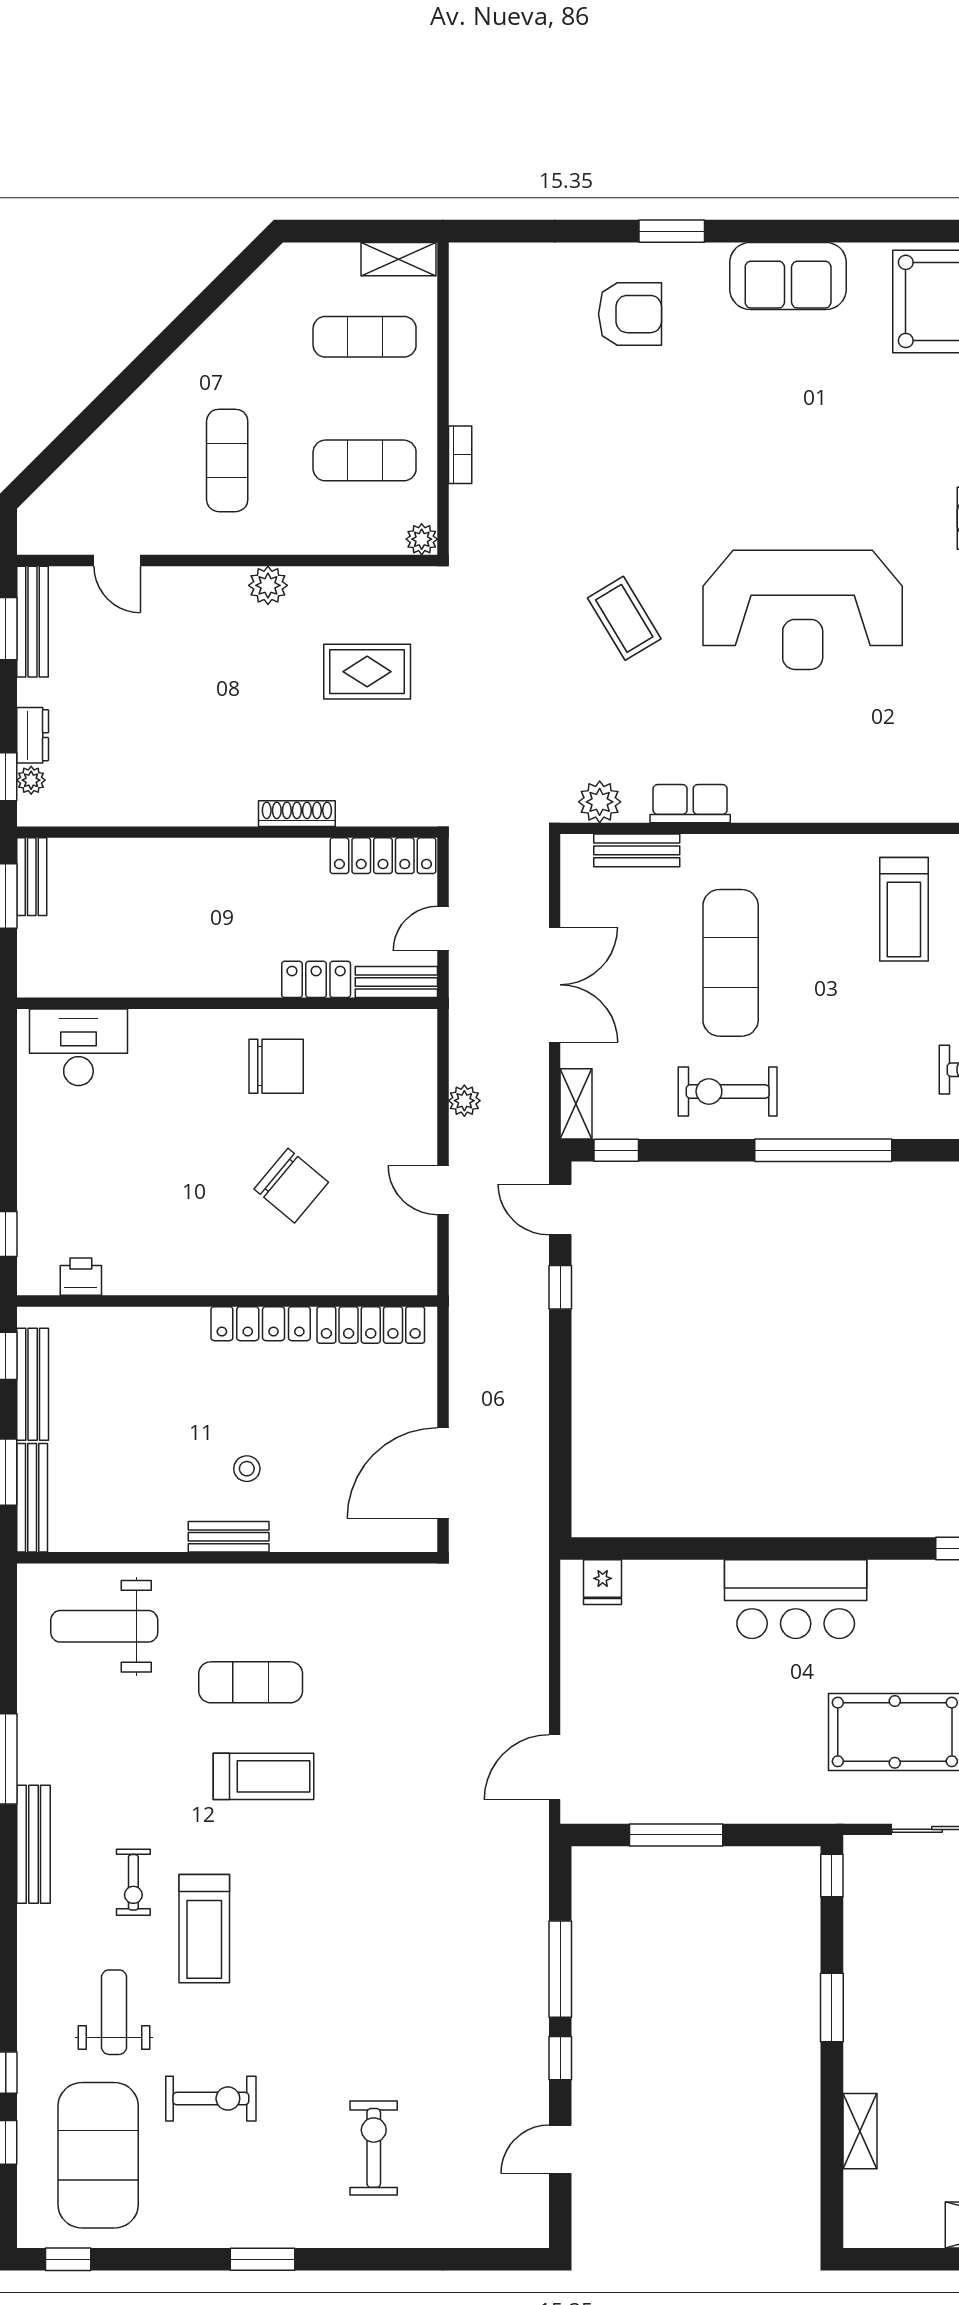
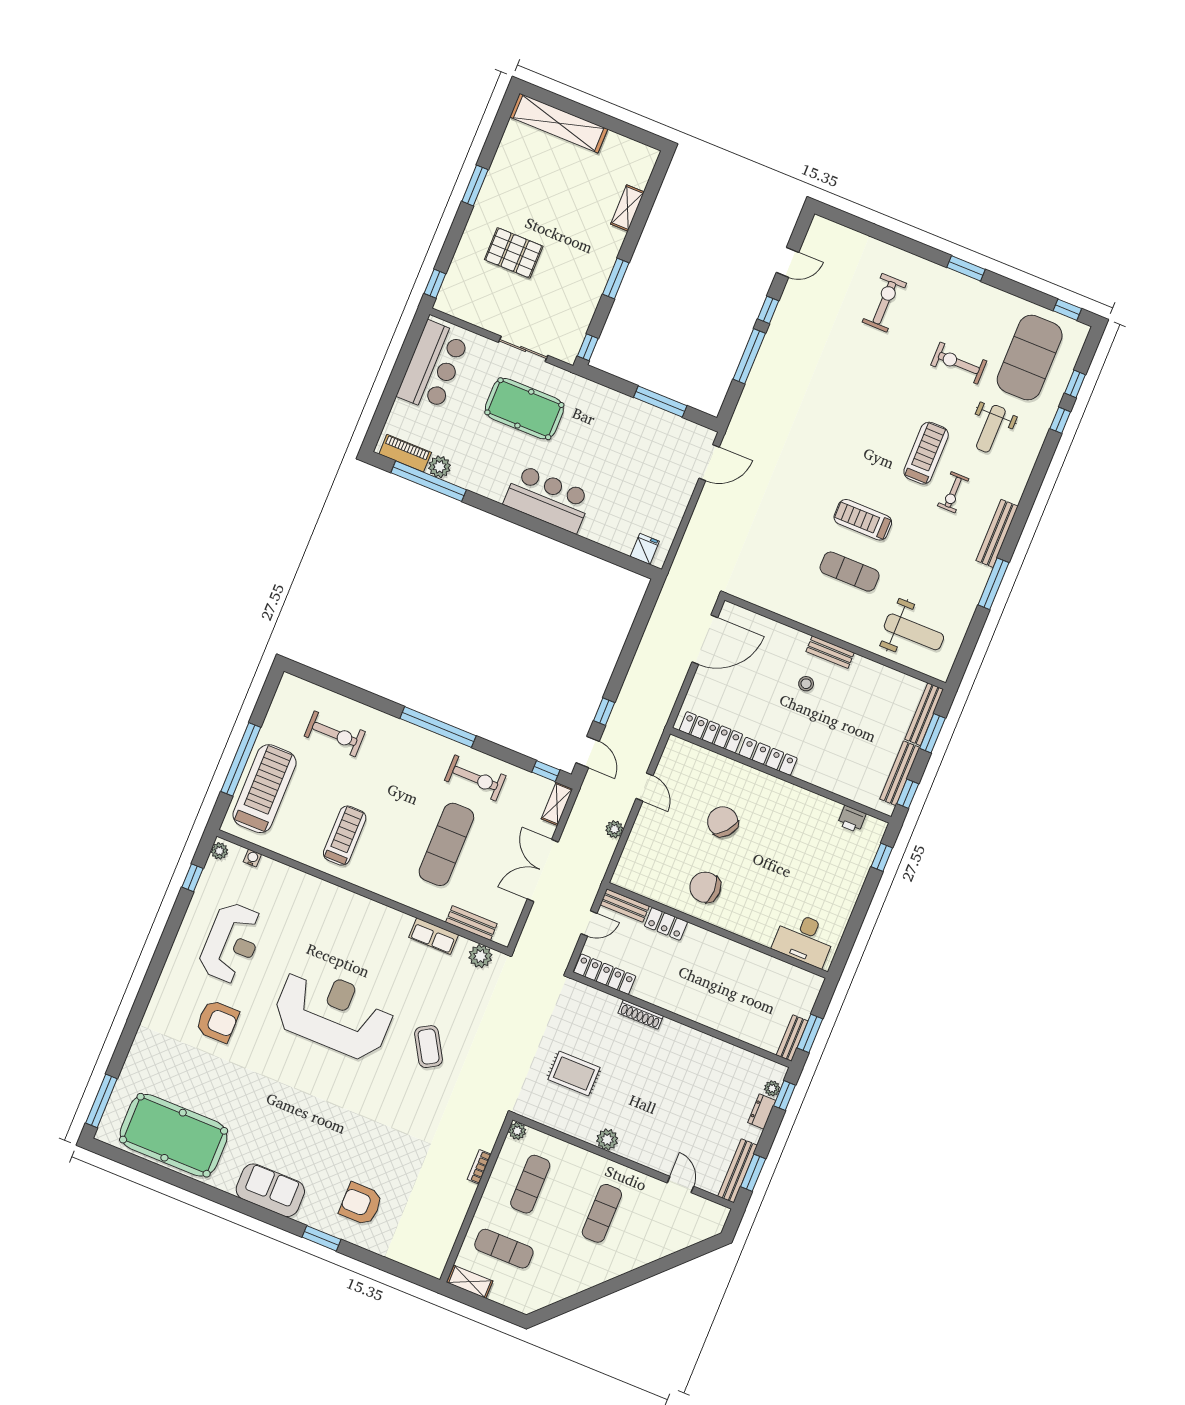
exercise mat: (365, 460) -> (530, 1184), turned 90
exercise bike: (133, 1882) -> (953, 492), turned 180
exercise bike: (374, 2148) -> (884, 303), turned 180

